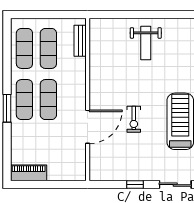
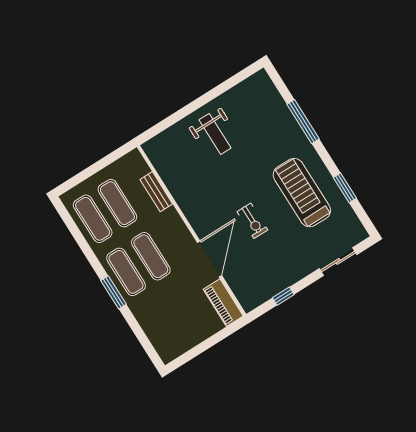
bench: (80, 41) -> (156, 192), moved
piano: (29, 173) -> (223, 303), moved, turned -90
window: (135, 185) -> (283, 296), moved

